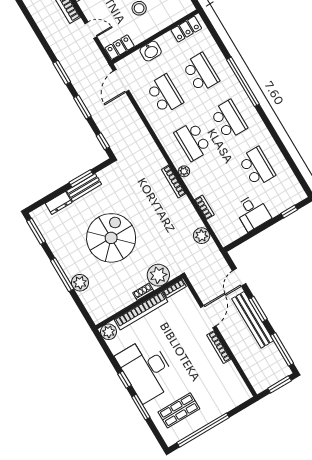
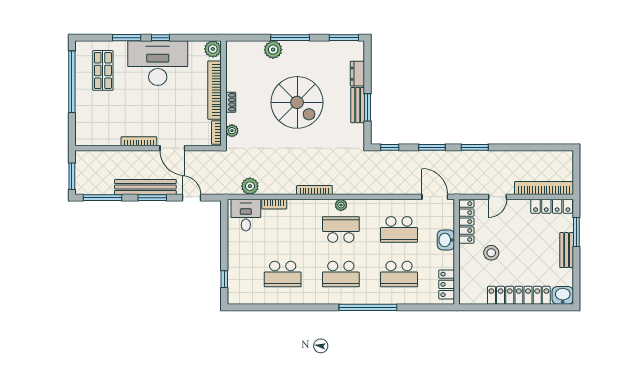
locker: (120, 47) -> (466, 222), width x1.53
plant: (184, 171) -> (341, 205), moved
desk: (252, 213) -> (246, 215), moved, turned 90
plant: (158, 275) -> (232, 131), width x0.53, depth x0.53

